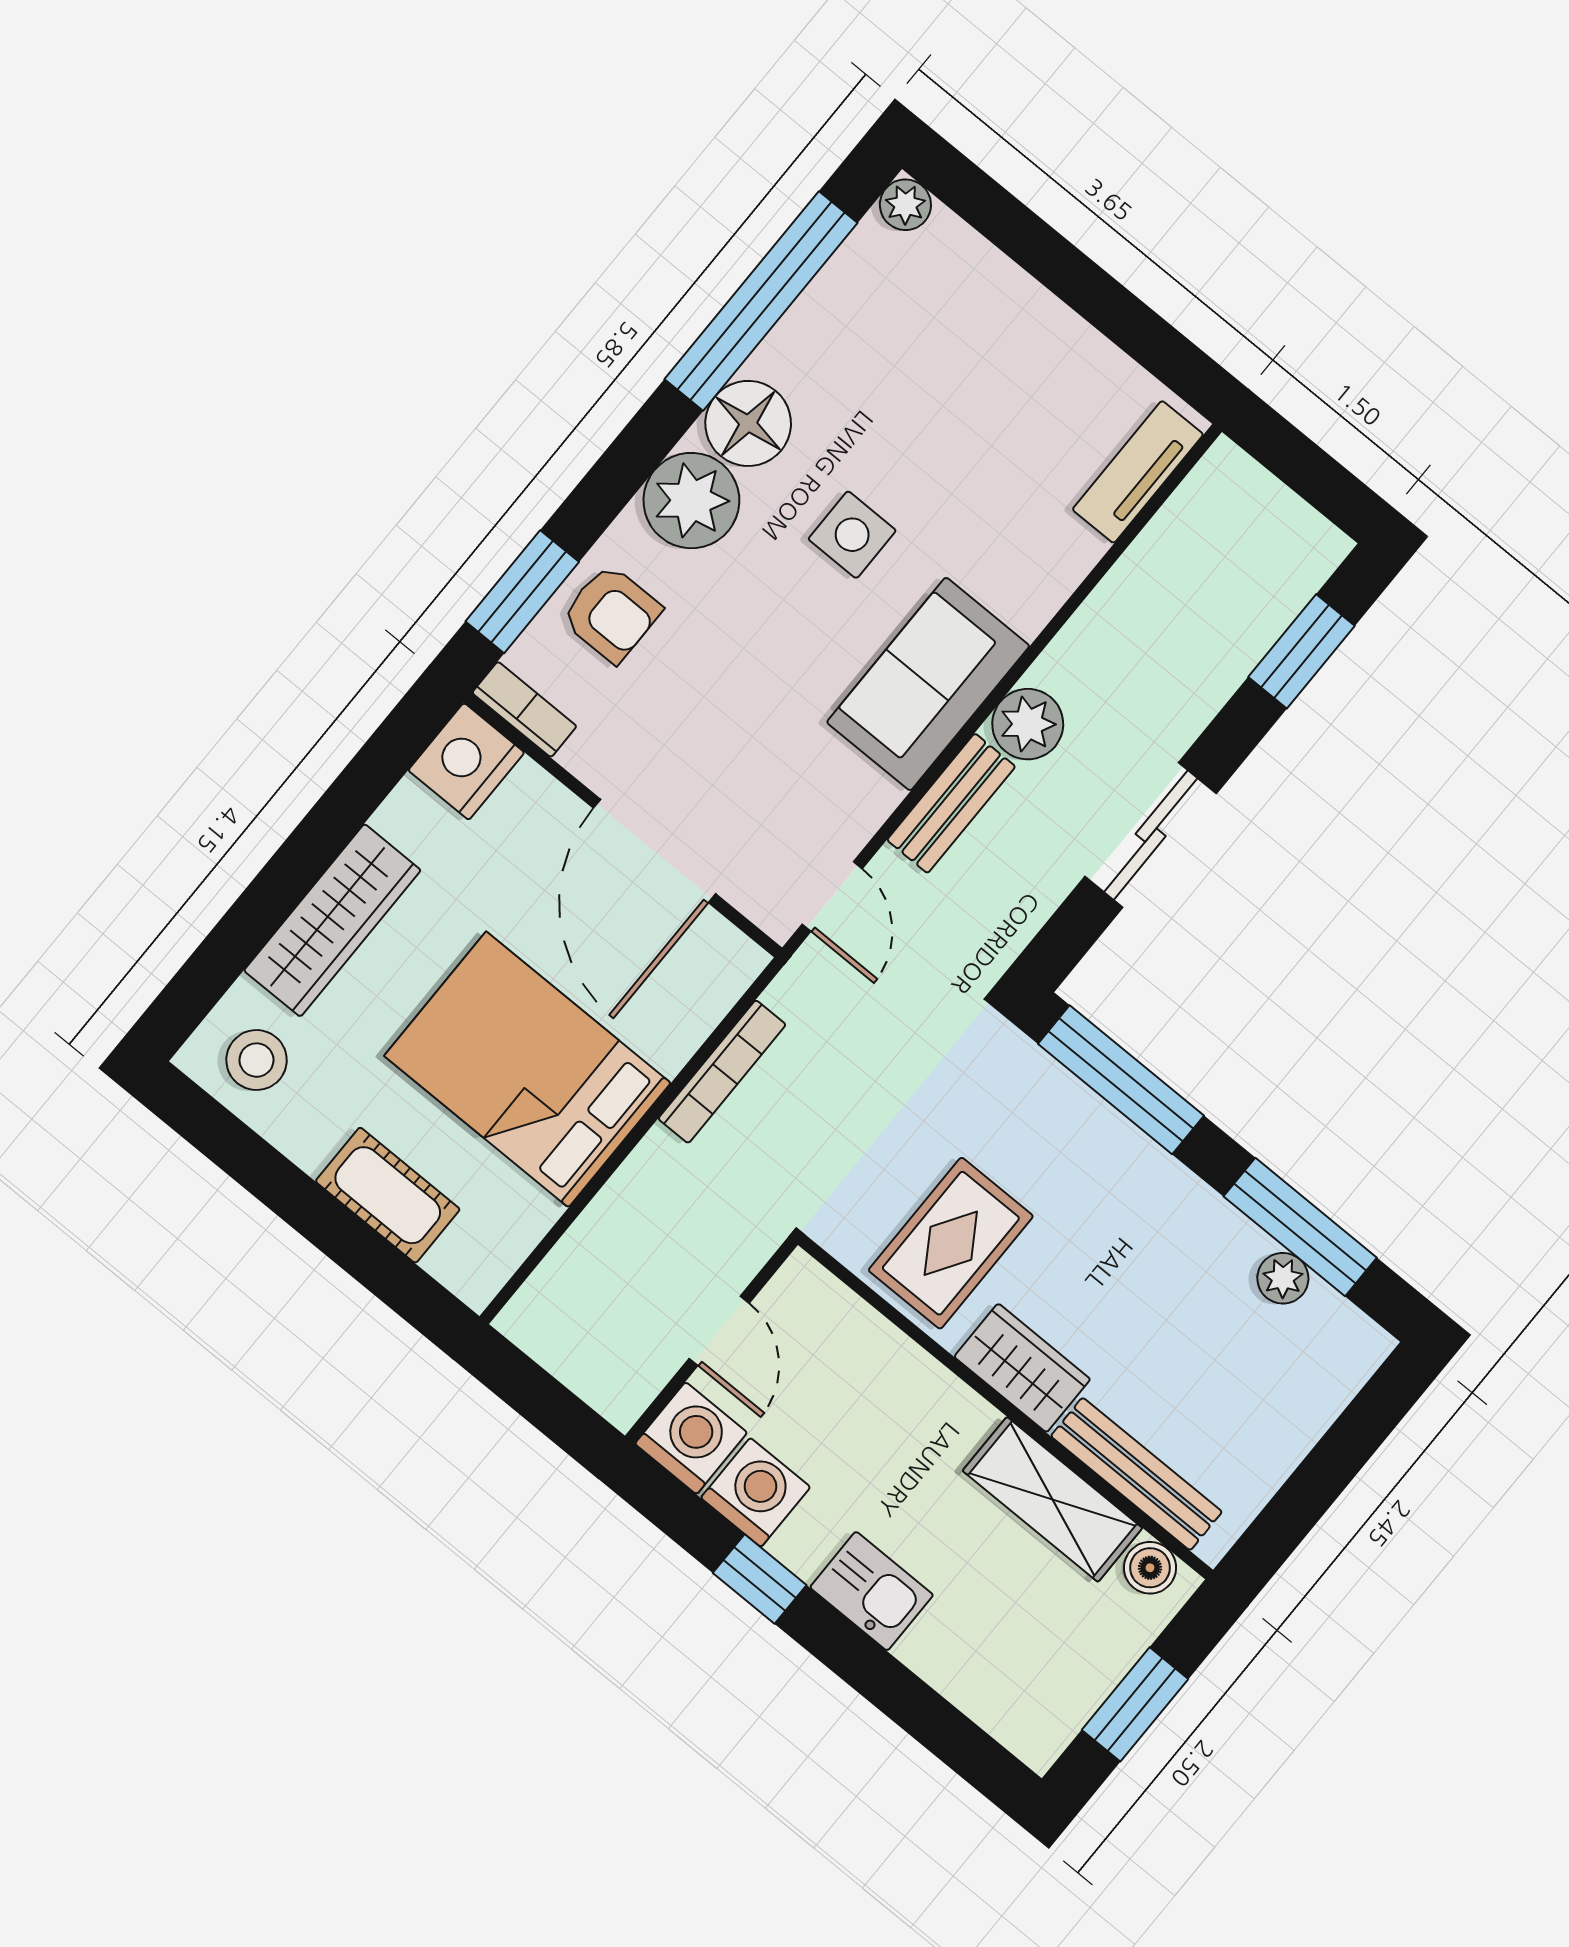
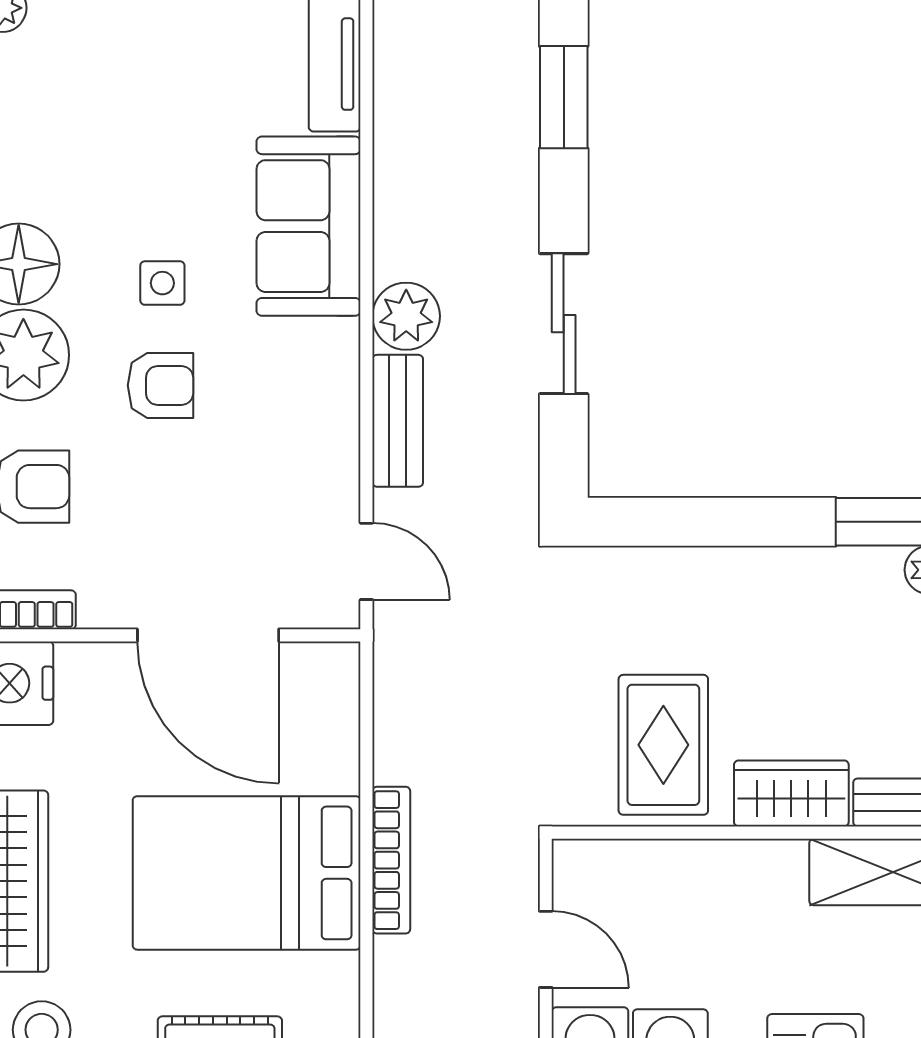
side table: (852, 535) -> (162, 283), width x0.73, depth x0.73
armchair: (782, 617) -> (160, 385), added
sofa: (928, 684) -> (309, 226), moved
bookcase: (722, 1072) -> (391, 860), moved
window: (1121, 1080) -> (690, 522), removed

